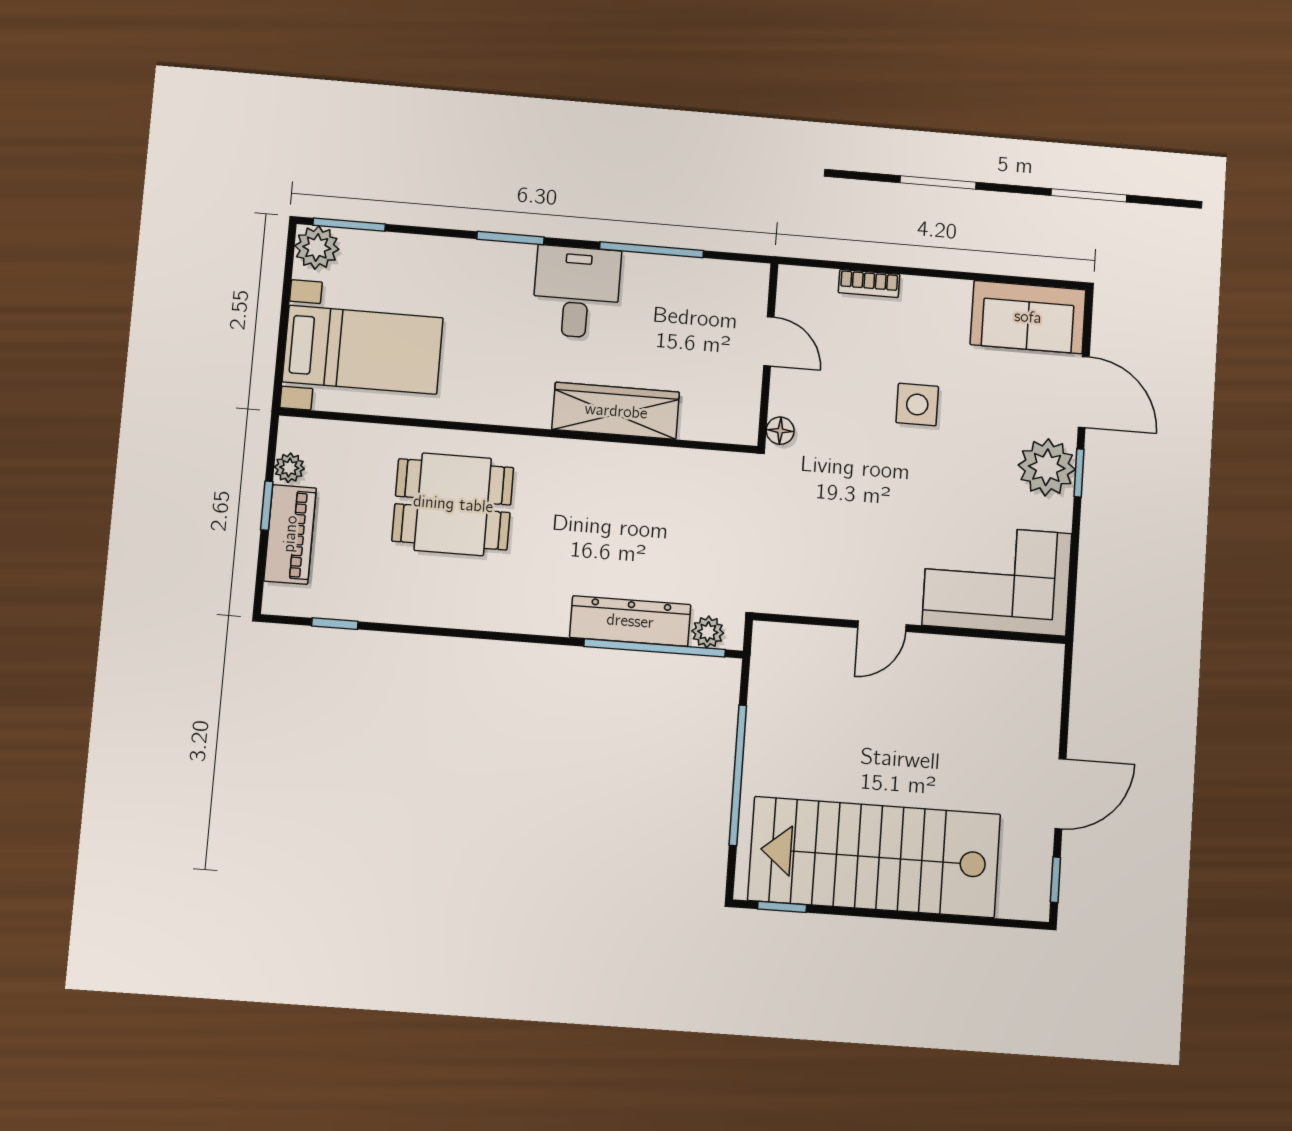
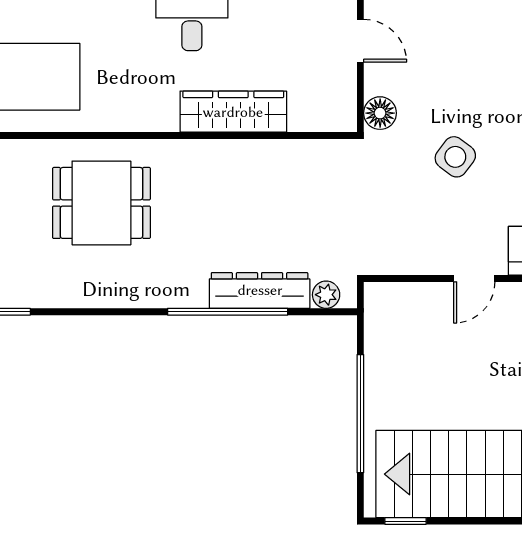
side table: (917, 405) -> (455, 157), moved, turned 37
floor lamp: (780, 431) -> (380, 113), width x1.37, depth x1.37
window: (655, 648) -> (228, 312), moved

